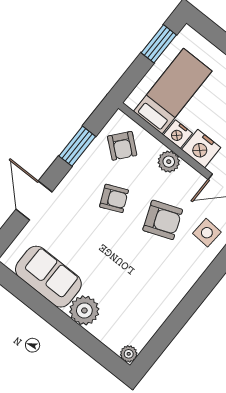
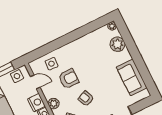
armchair: (163, 220) -> (69, 79), turned 111
plant: (84, 310) -> (118, 44), moved

